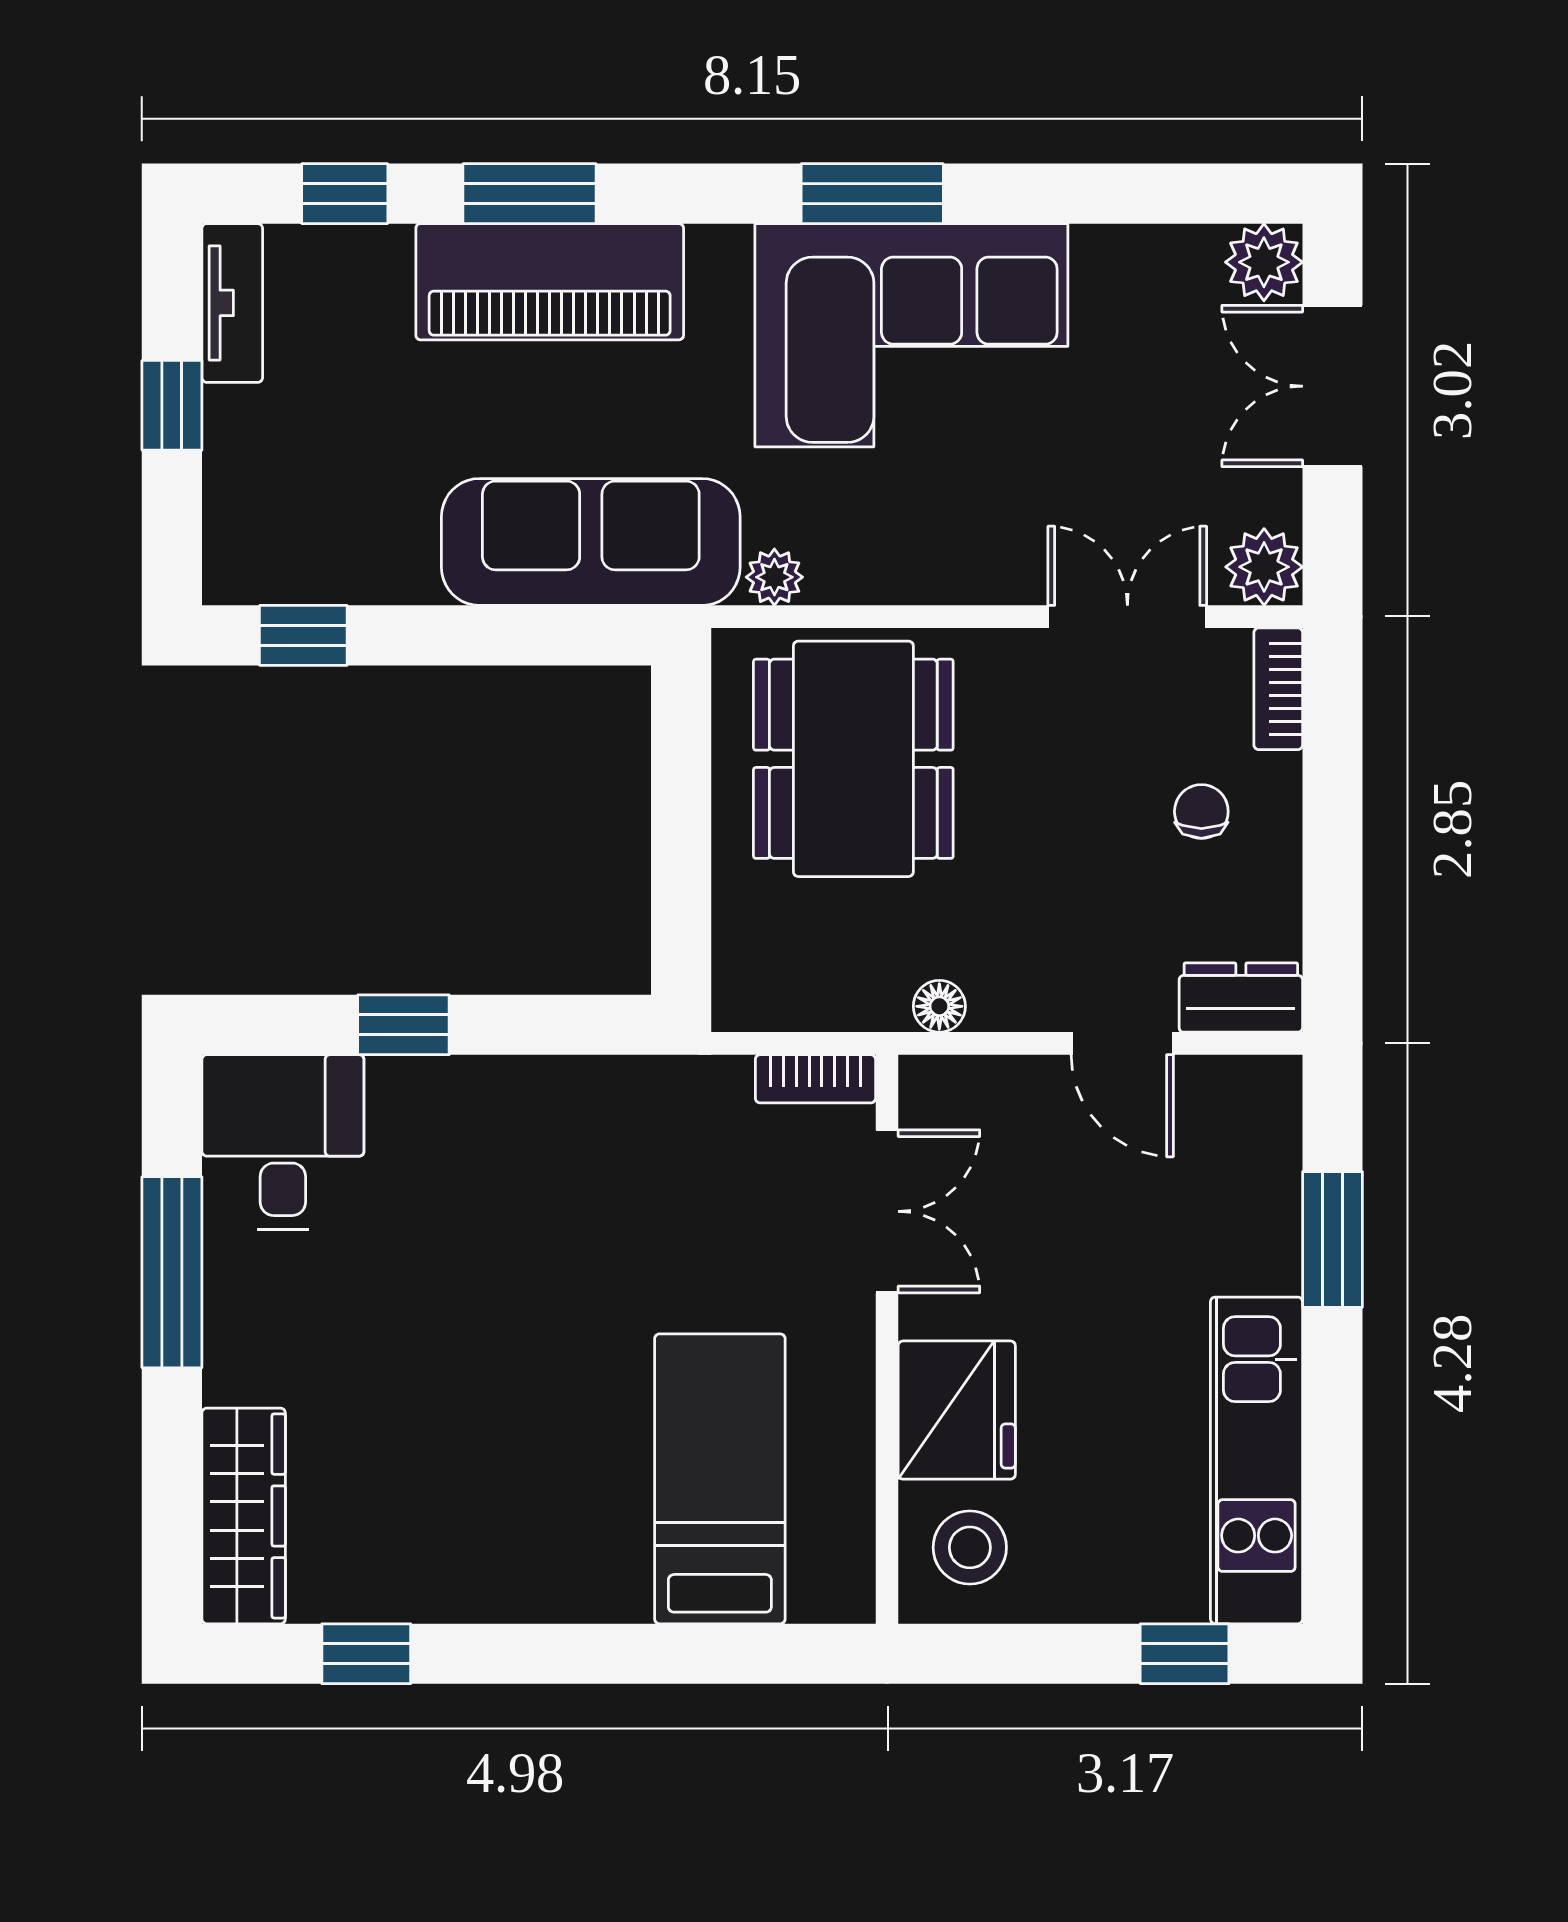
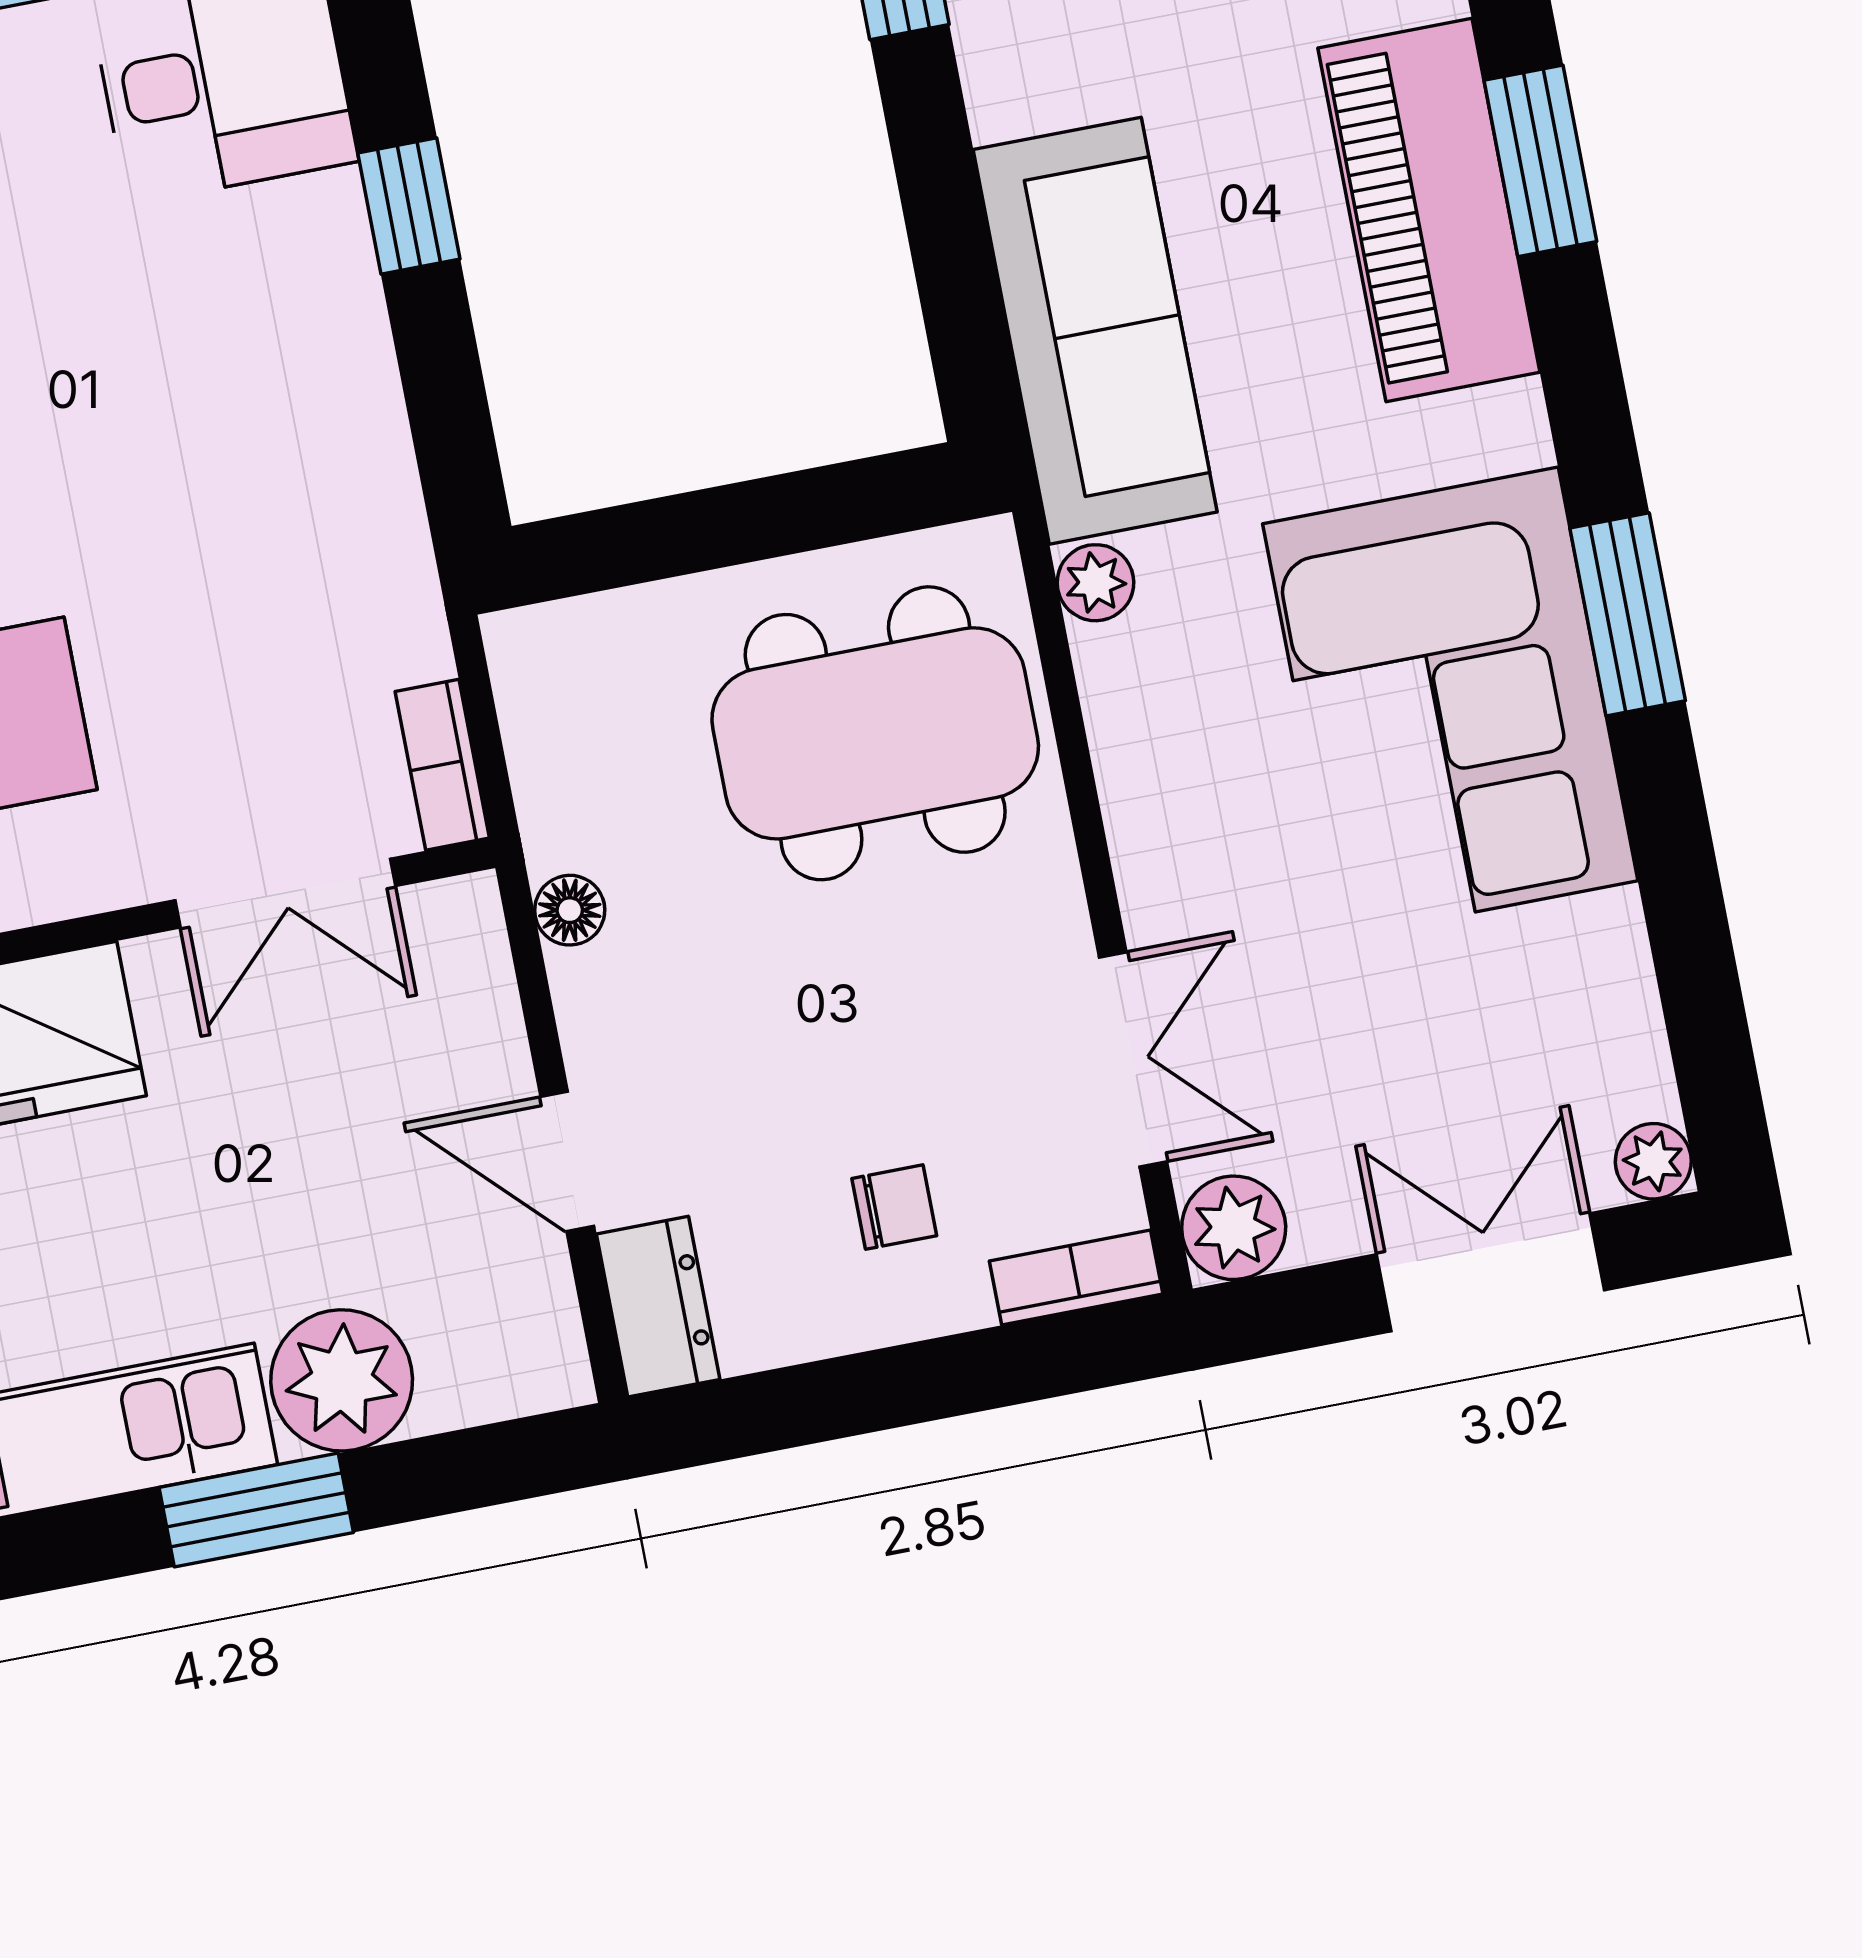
plant: (1264, 262) -> (1653, 1161), width x0.73, depth x0.73
door: (1122, 1043) -> (567, 1162), hinge flipped
plant: (1250, 1238) -> (342, 1380), added
window: (1333, 1239) -> (256, 1510), moved

